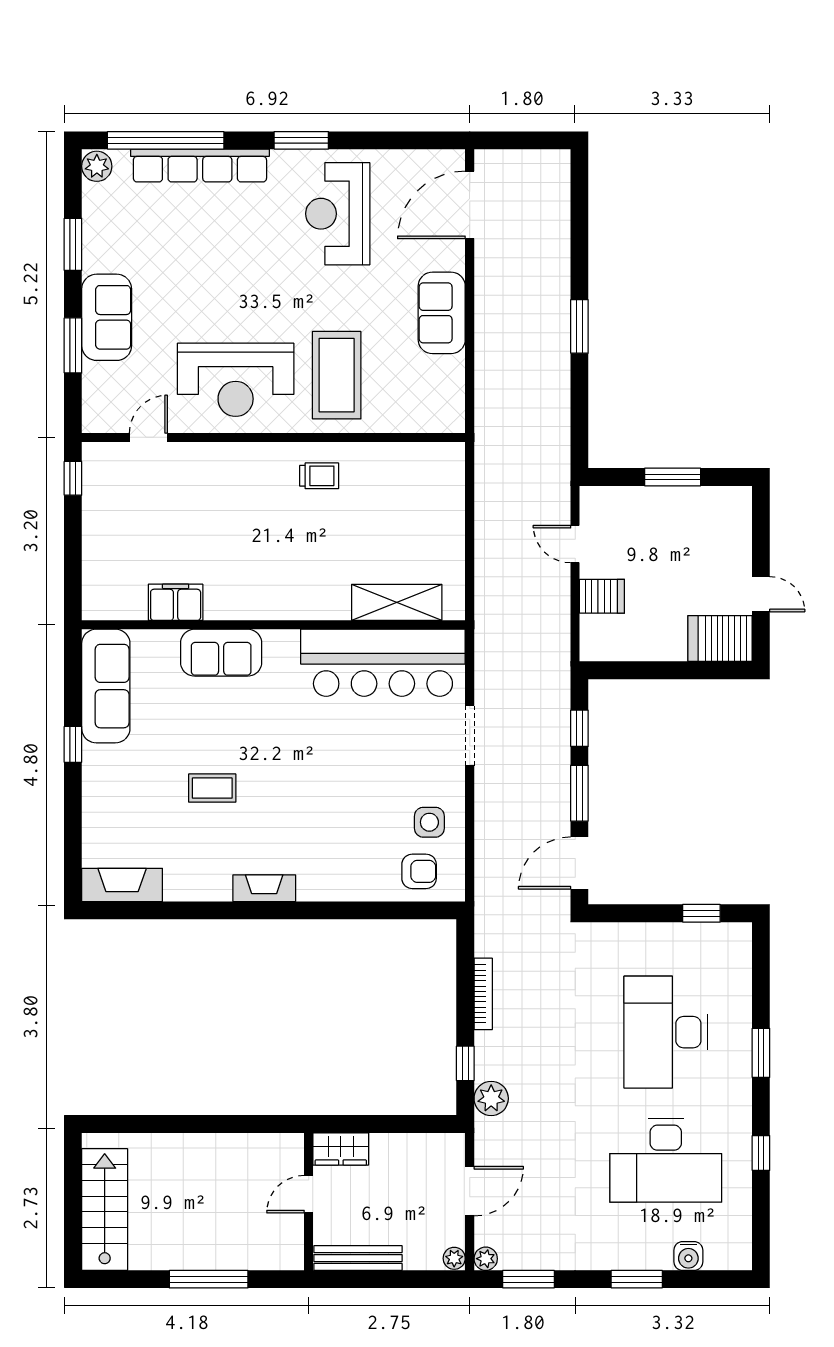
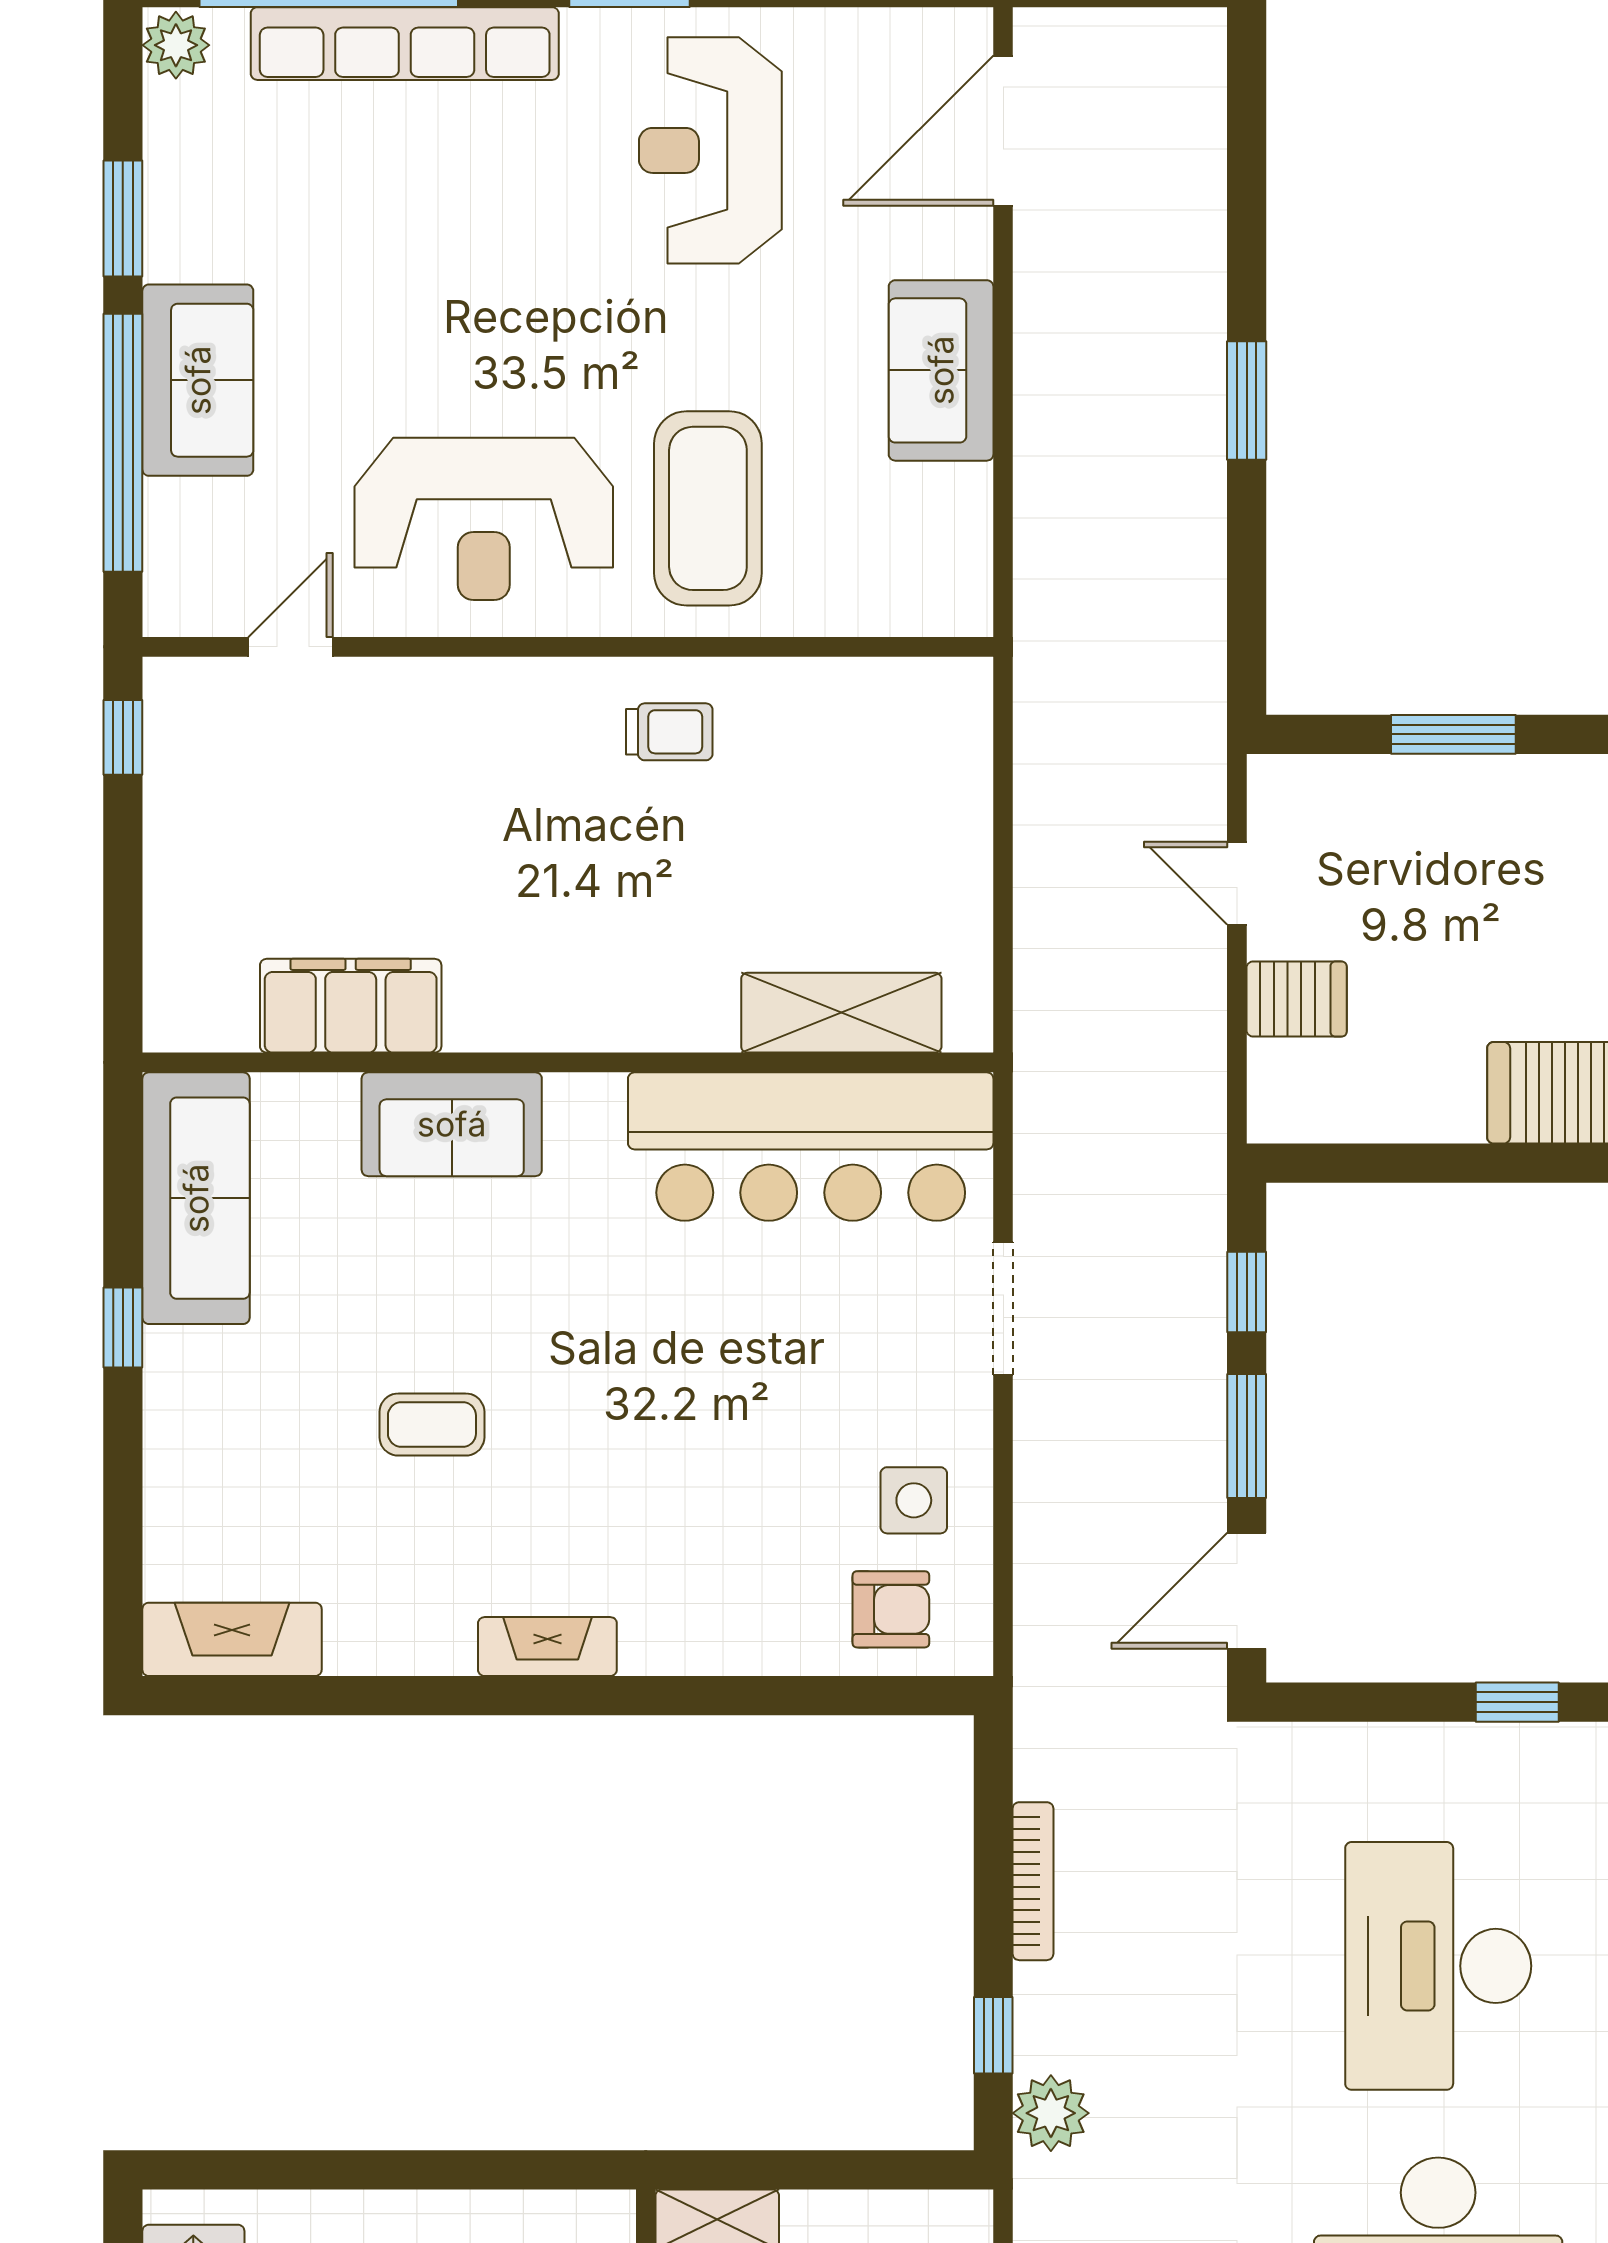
window: (73, 345) -> (123, 443), width x2.11
filing cabinet: (176, 602) -> (351, 1006), width x1.50, depth x1.17

